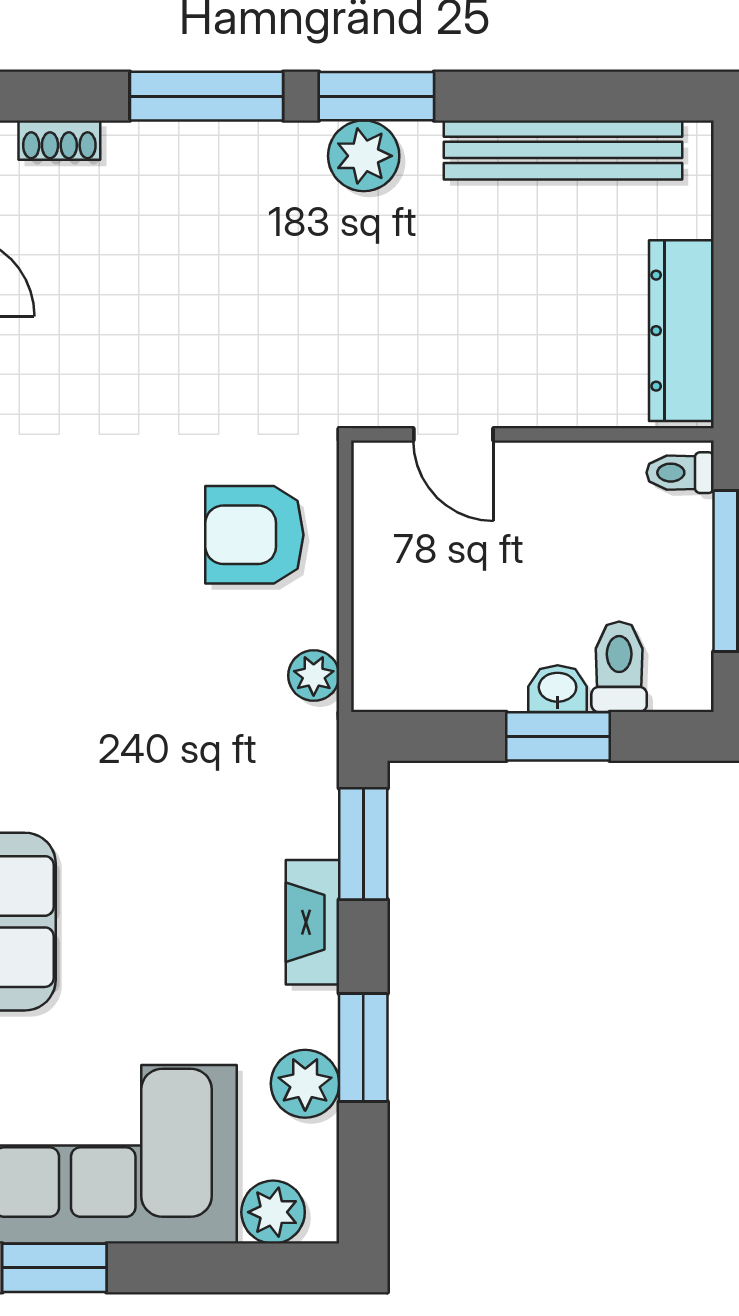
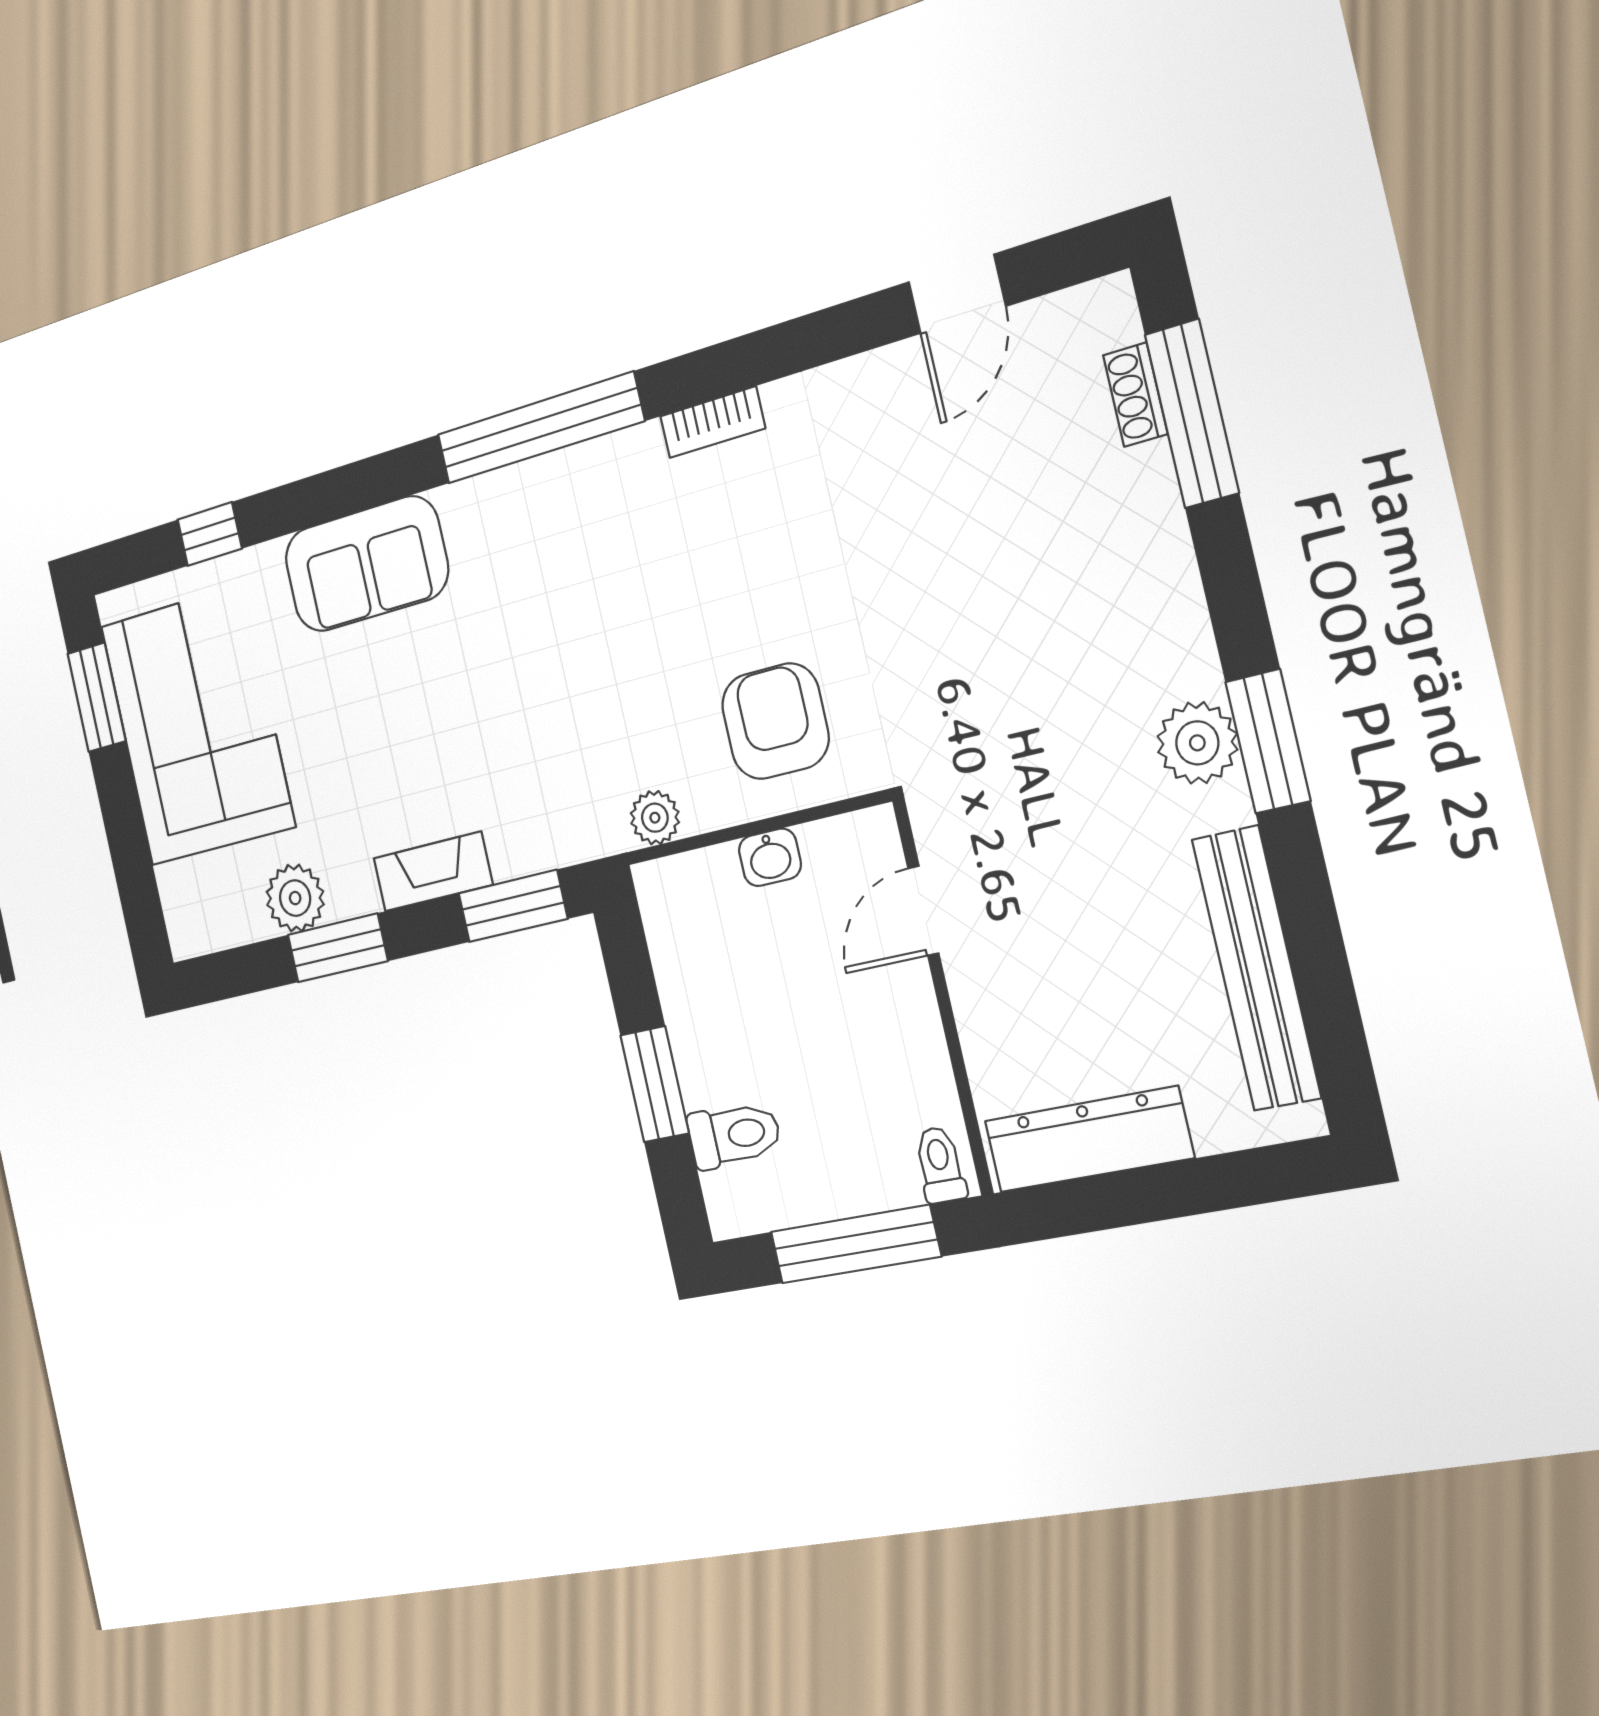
window: (207, 96) -> (1192, 414), moved
washbasin: (558, 689) -> (770, 857), moved, turned 90
plant: (273, 1212) -> (185, 893), removed

